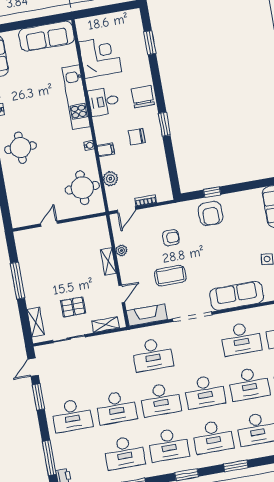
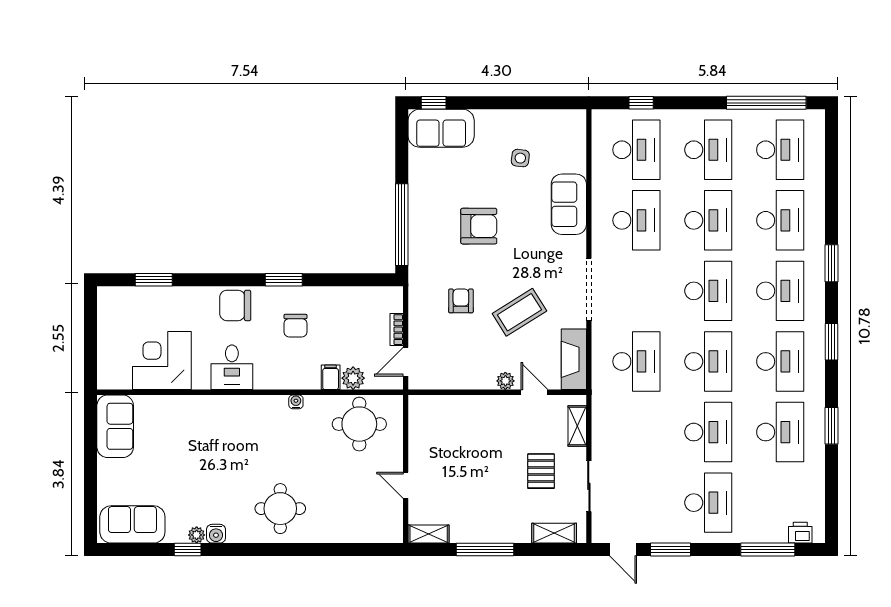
sofa: (46, 36) -> (115, 426), width x0.73
kitchen unit: (76, 97) -> (218, 409), removed
filing cabinet: (106, 150) -> (331, 377), moved
window: (212, 192) -> (402, 225), width x3.17
door: (127, 210) -> (406, 362), swing flipped
armchair: (211, 213) -> (479, 226), moved
plant: (121, 250) -> (505, 381), moved
shelving: (108, 261) -> (429, 534), moved
coffee table: (170, 276) -> (519, 312), turned 58
sofa: (237, 296) -> (569, 204), width x0.73

